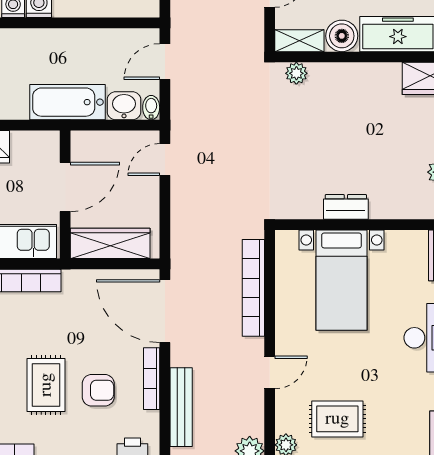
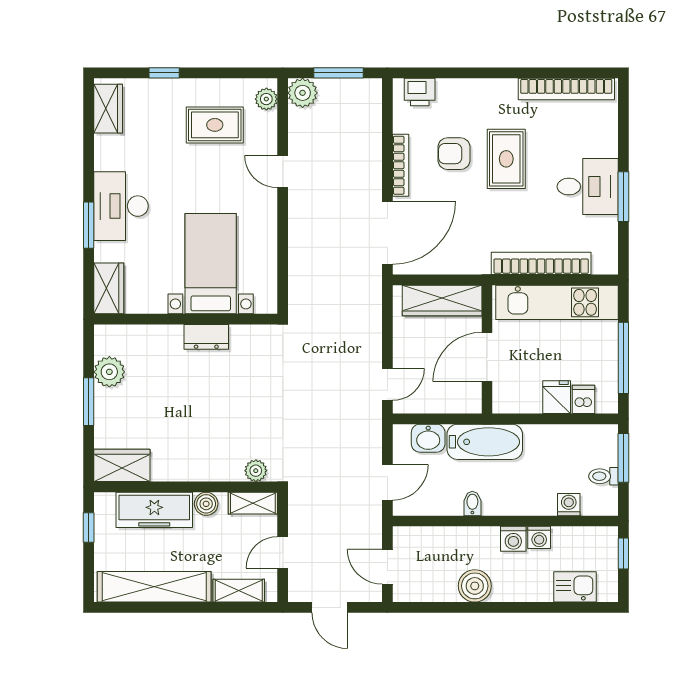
boiler: (342, 36) -> (206, 504), width x0.73, depth x0.73
bidet: (151, 108) -> (472, 503), moved, turned 180
bookcase: (253, 288) -> (299, 256), removed
door: (165, 311) -> (387, 233), hinge flipped
door: (270, 372) -> (283, 172), hinge flipped
bench: (181, 407) -> (371, 137), removed

